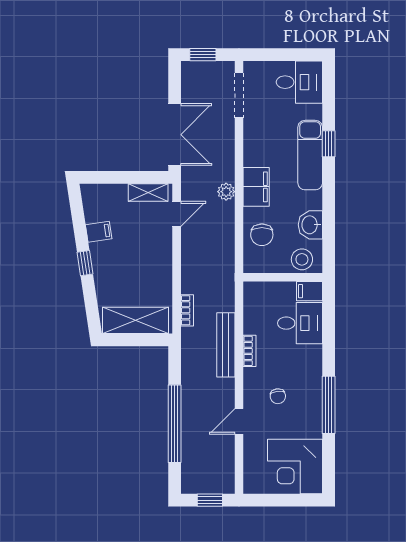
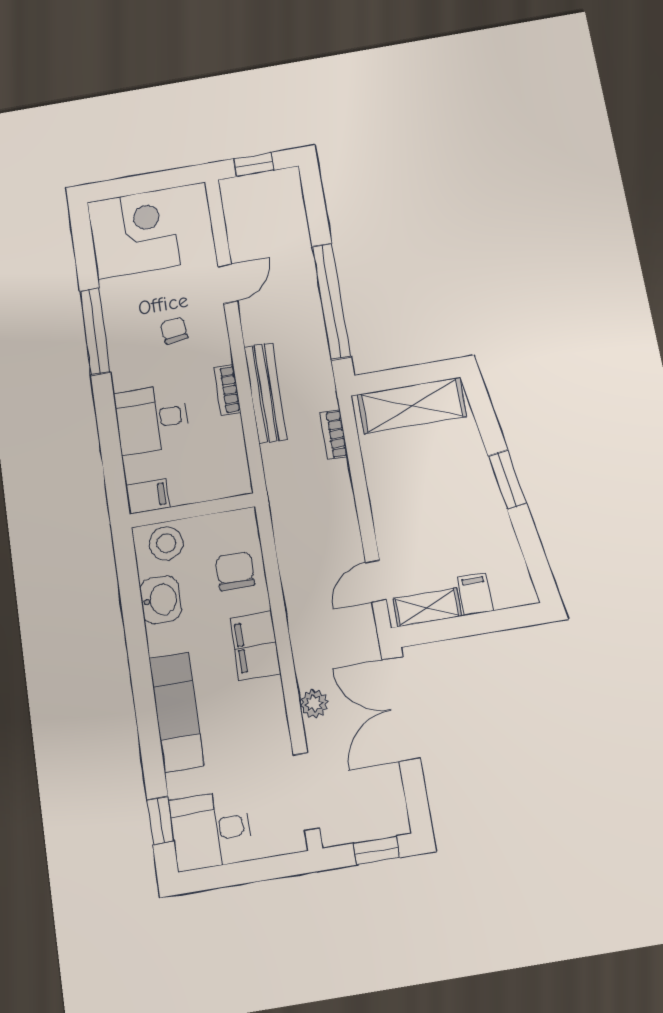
window: (329, 144) -> (160, 820), moved
plant: (226, 192) -> (314, 704), moved
filing cabinet: (99, 232) -> (475, 594), moved, turned 99
window: (85, 263) -> (507, 479), width x1.50
desk: (300, 323) -> (152, 419), moved
window: (175, 424) -> (332, 301), moved

